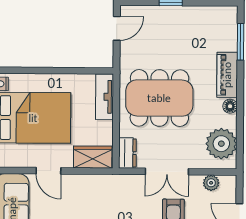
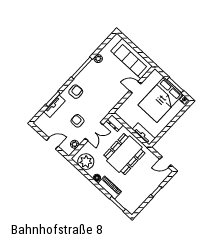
door: (117, 28) -> (165, 162), hinge flipped
wardrobe: (93, 157) -> (125, 109), removed
double door: (167, 172) -> (94, 132), swing flipped

